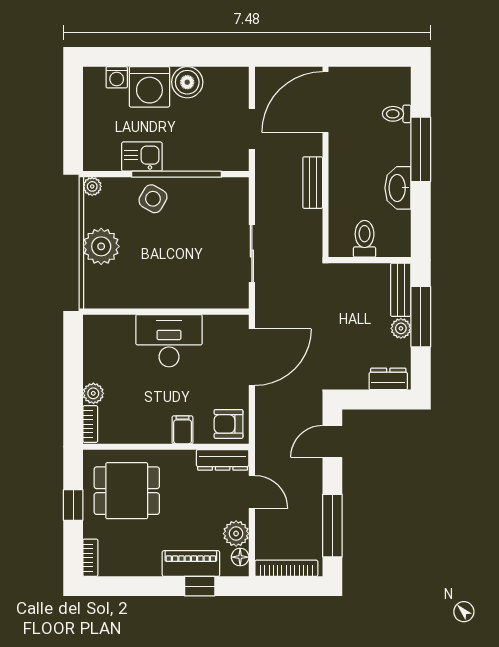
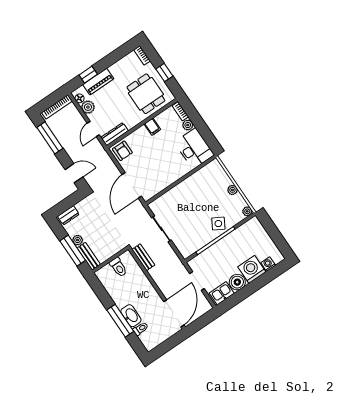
kitchen sink: (142, 157) -> (222, 293), moved, turned 180
bench: (313, 183) -> (143, 257), moved
washbasin: (398, 188) -> (131, 316), moved
plant: (101, 246) -> (232, 190), width x0.53, depth x0.53
desk: (169, 341) -> (194, 149), moved, turned -90
armchair: (228, 424) -> (122, 151), turned 90
filing cabinet: (183, 430) -> (152, 127), moved
door: (332, 441) -> (74, 173), hinge flipped
dining table: (127, 491) -> (146, 94), turned 90
door: (252, 492) -> (93, 129), hinge flipped

